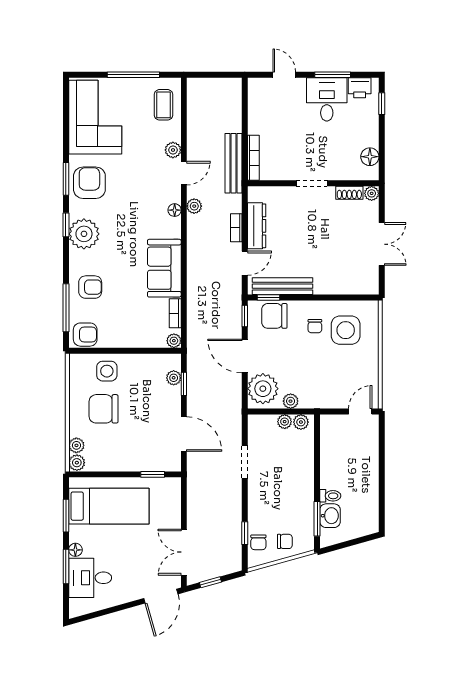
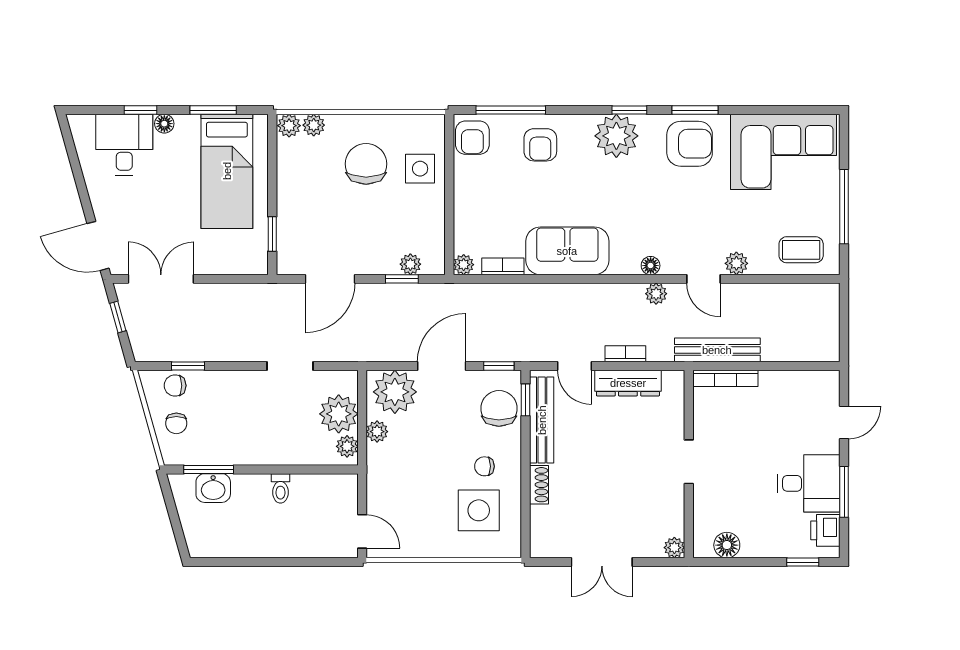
shoe rack: (349, 193) -> (539, 485), moved, turned 180
plant: (285, 422) -> (339, 414), width x1.87, depth x1.87
toilet: (330, 496) -> (280, 488), moved
window: (66, 566) -> (141, 110), width x0.67

